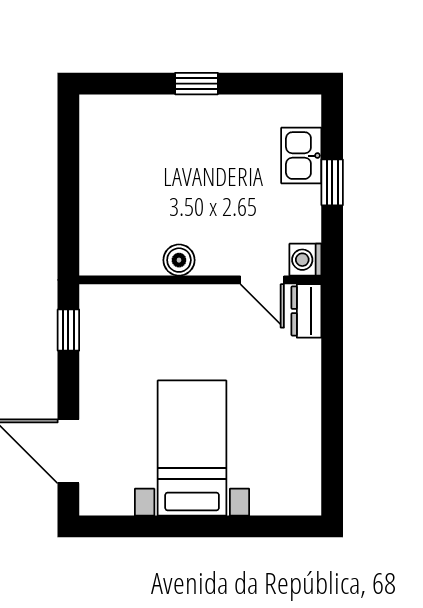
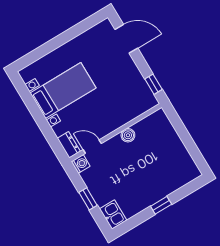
kitchen sink: (301, 156) -> (113, 214), moved
bed with nightstands: (192, 448) -> (63, 91), moved, turned -90

